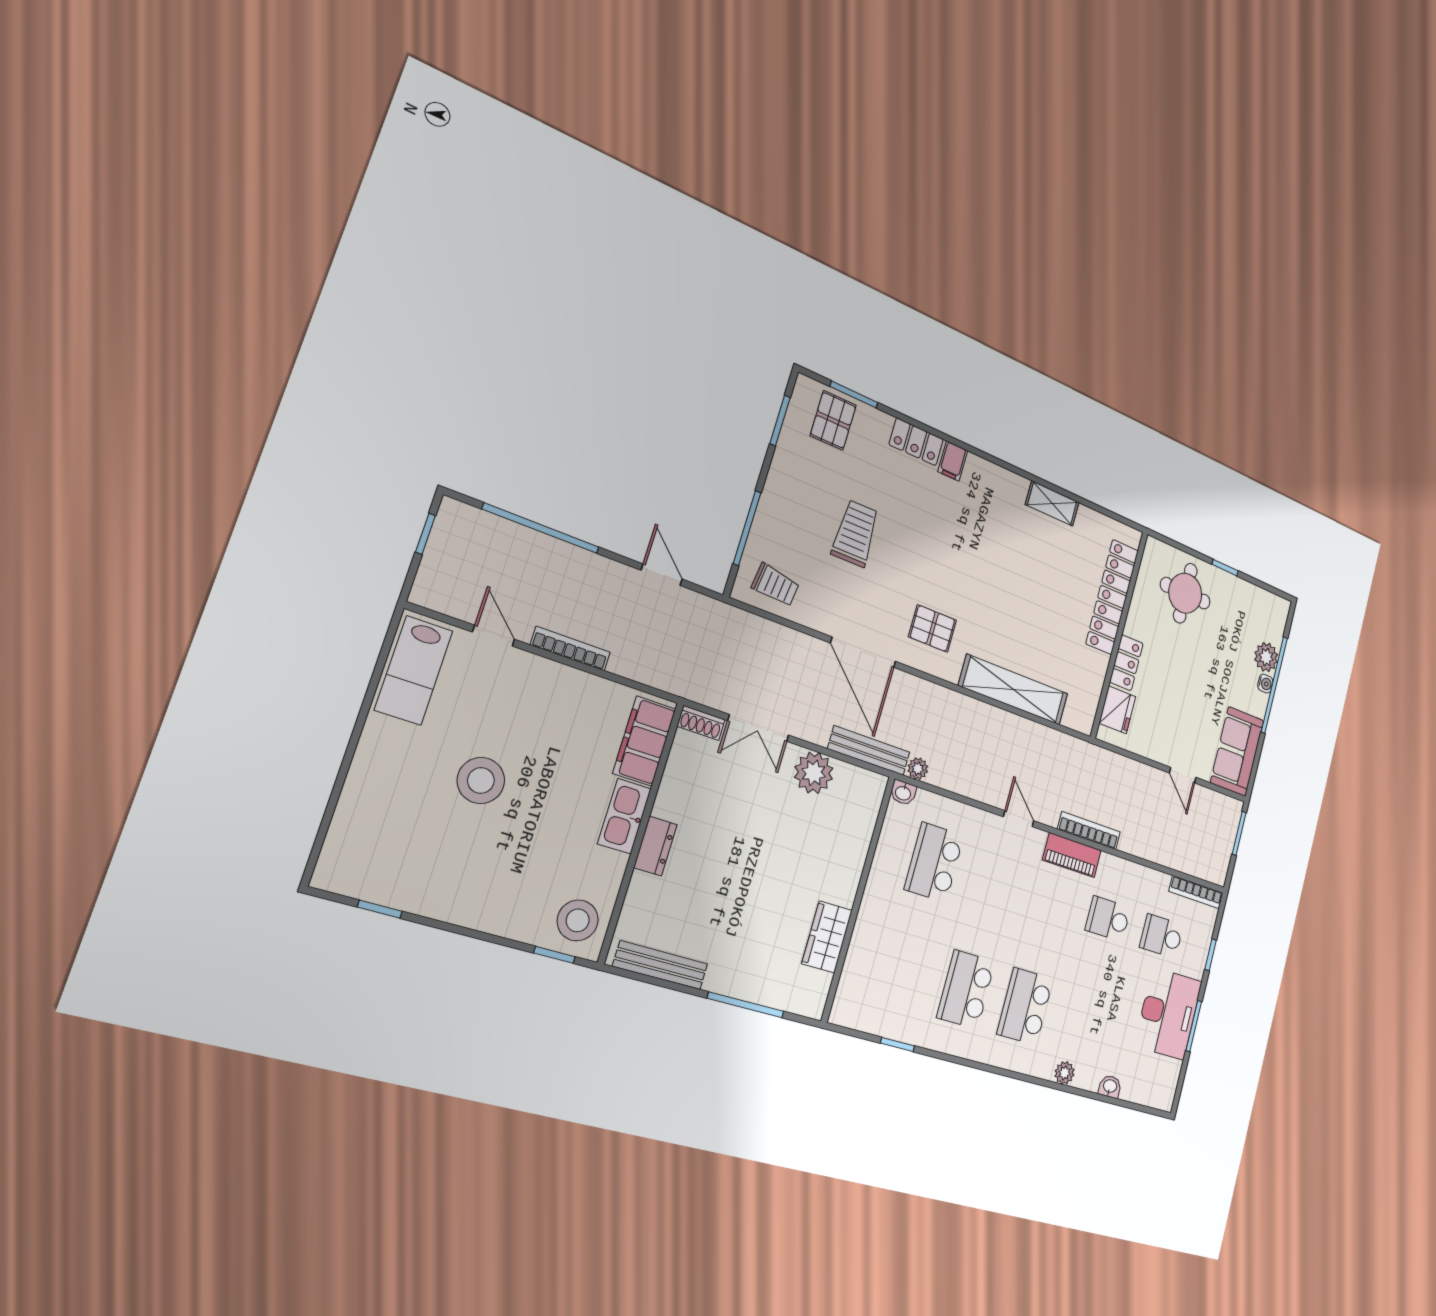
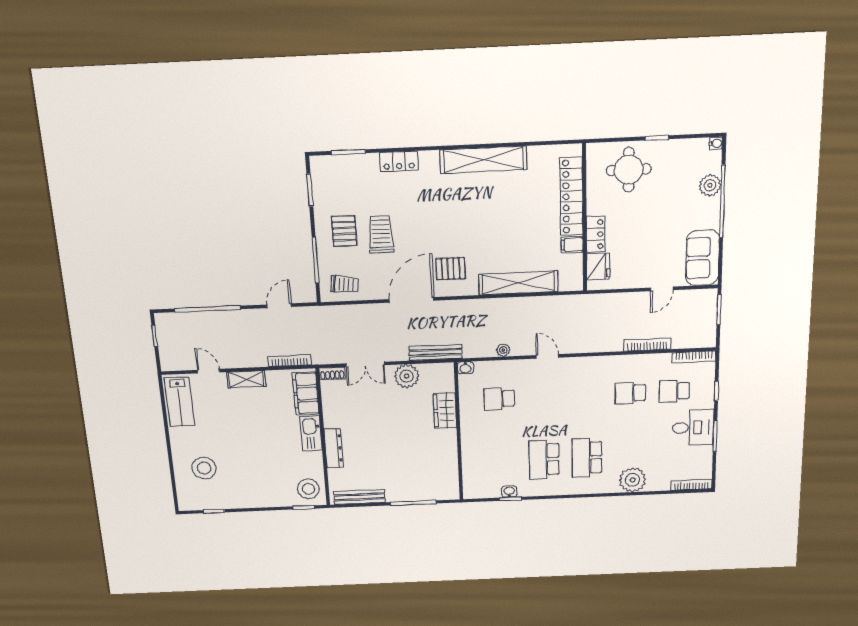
pallet: (833, 420) -> (344, 231), moved
filing cabinet: (953, 461) -> (572, 245), moved, turned 90
shelving: (1052, 503) -> (483, 160), width x2.20, depth x1.33
door: (662, 575) -> (279, 306), hinge flipped
bookcase: (570, 649) -> (290, 361), moved
door: (863, 652) -> (412, 300), swing flipped
shelving: (554, 676) -> (246, 379), added
water cooler: (1265, 684) -> (716, 143), moved
plant: (918, 769) -> (503, 350), moved
door: (1183, 775) -> (662, 289), hinge flipped
stool: (481, 780) -> (204, 468), moved
bookcase: (1089, 831) -> (647, 345), moved
dresser: (655, 846) -> (334, 448), width x1.44
piano: (1072, 855) -> (592, 365), removed
school desk: (934, 862) -> (499, 399), width x0.54
wardrobe: (827, 937) -> (445, 411), moved
desk: (1168, 1013) -> (693, 427), width x0.73
plant: (1065, 1073) -> (633, 480), width x1.87, depth x1.87
washbasin: (1110, 1087) -> (509, 492), moved
bookcase: (1148, 1098) -> (692, 485), added

